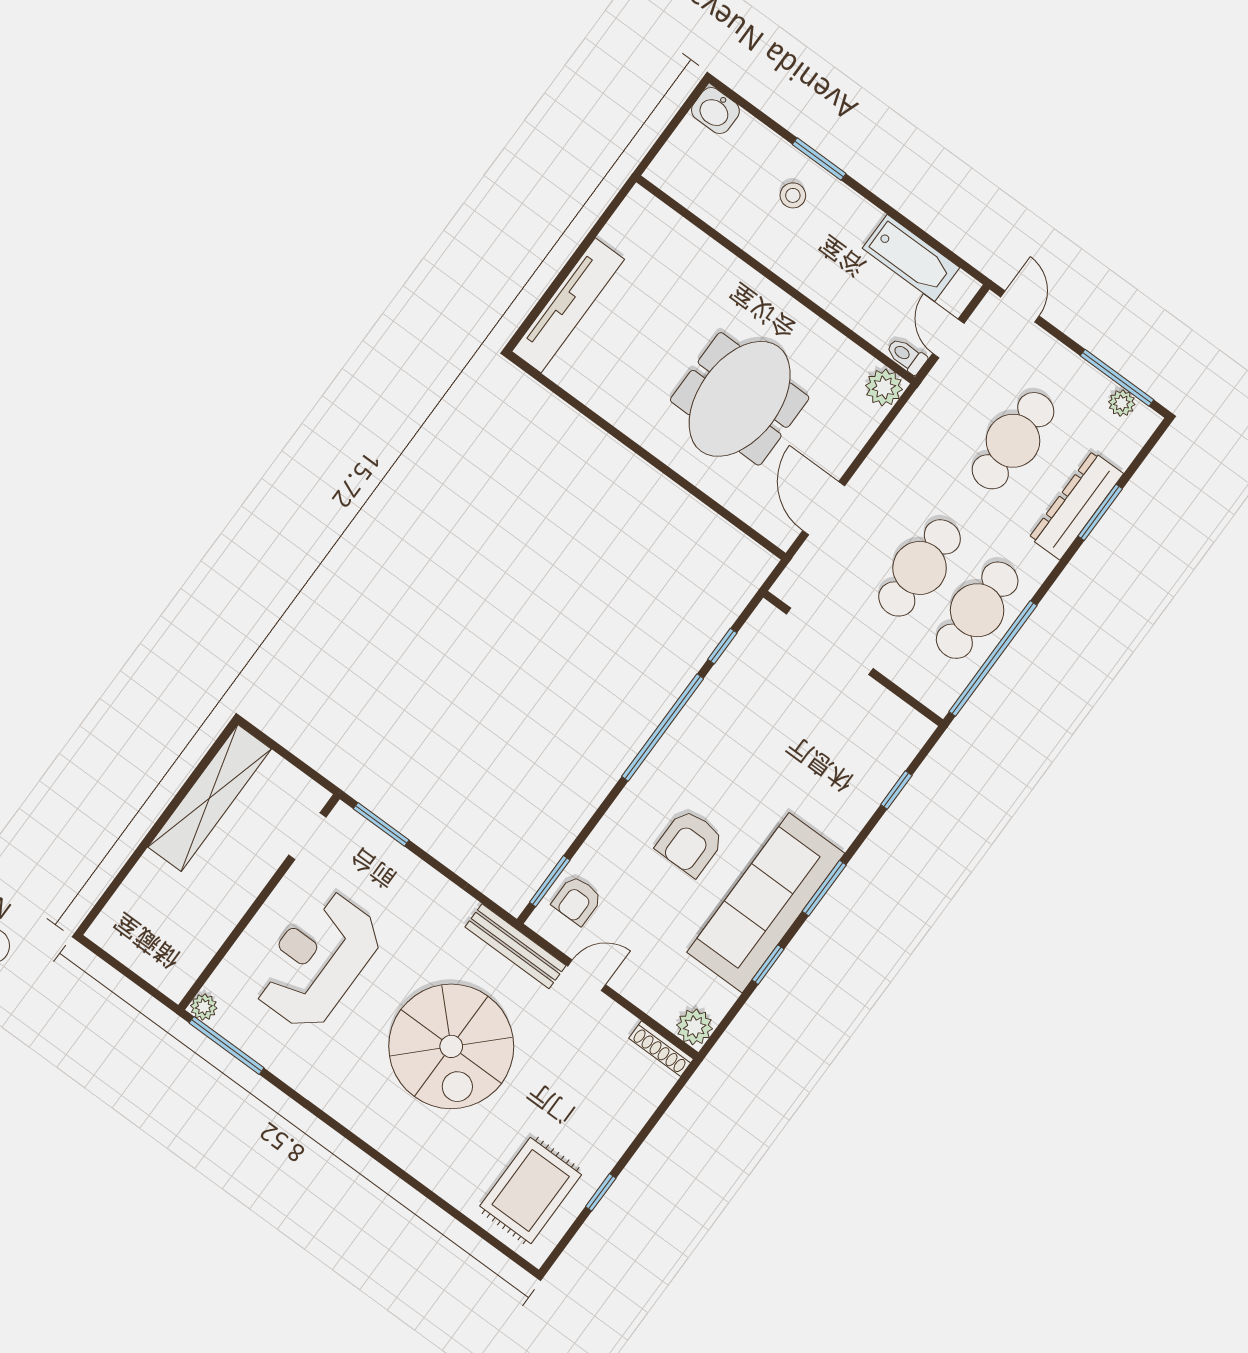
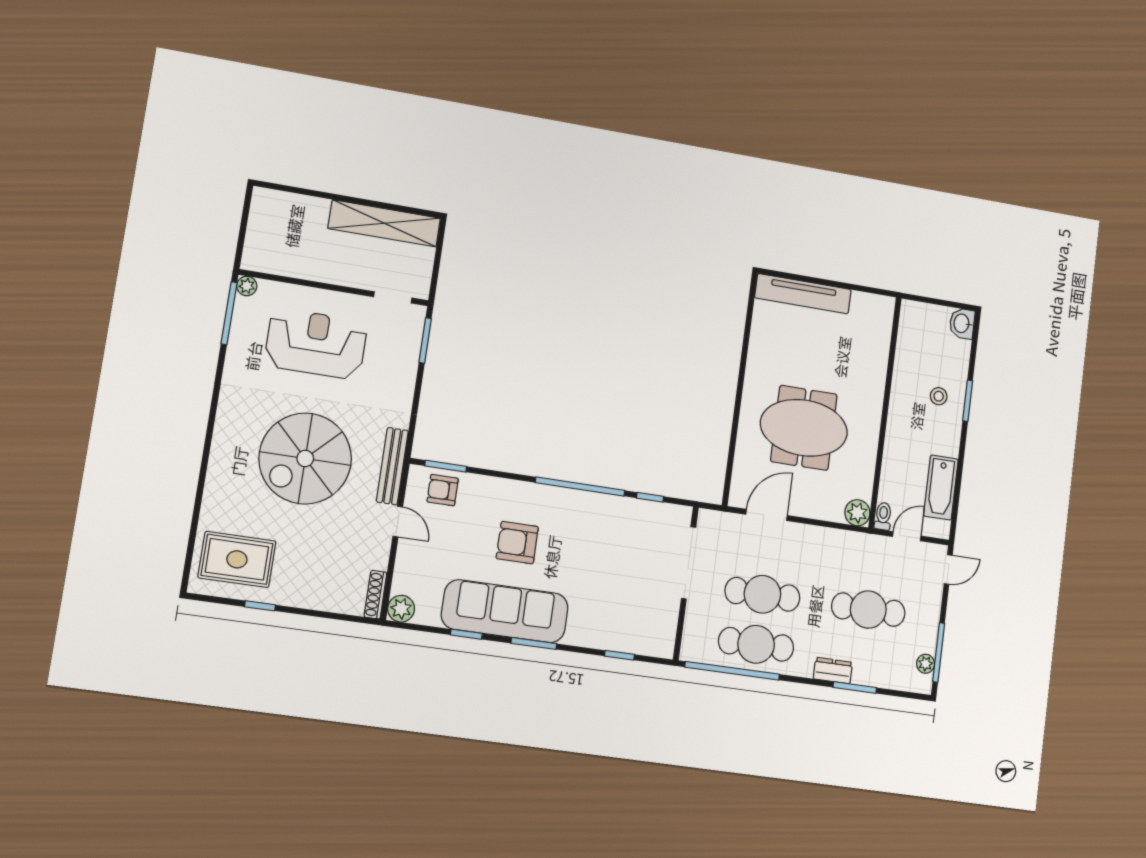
dresser: (1076, 506) -> (833, 671), width x0.51, depth x0.80

